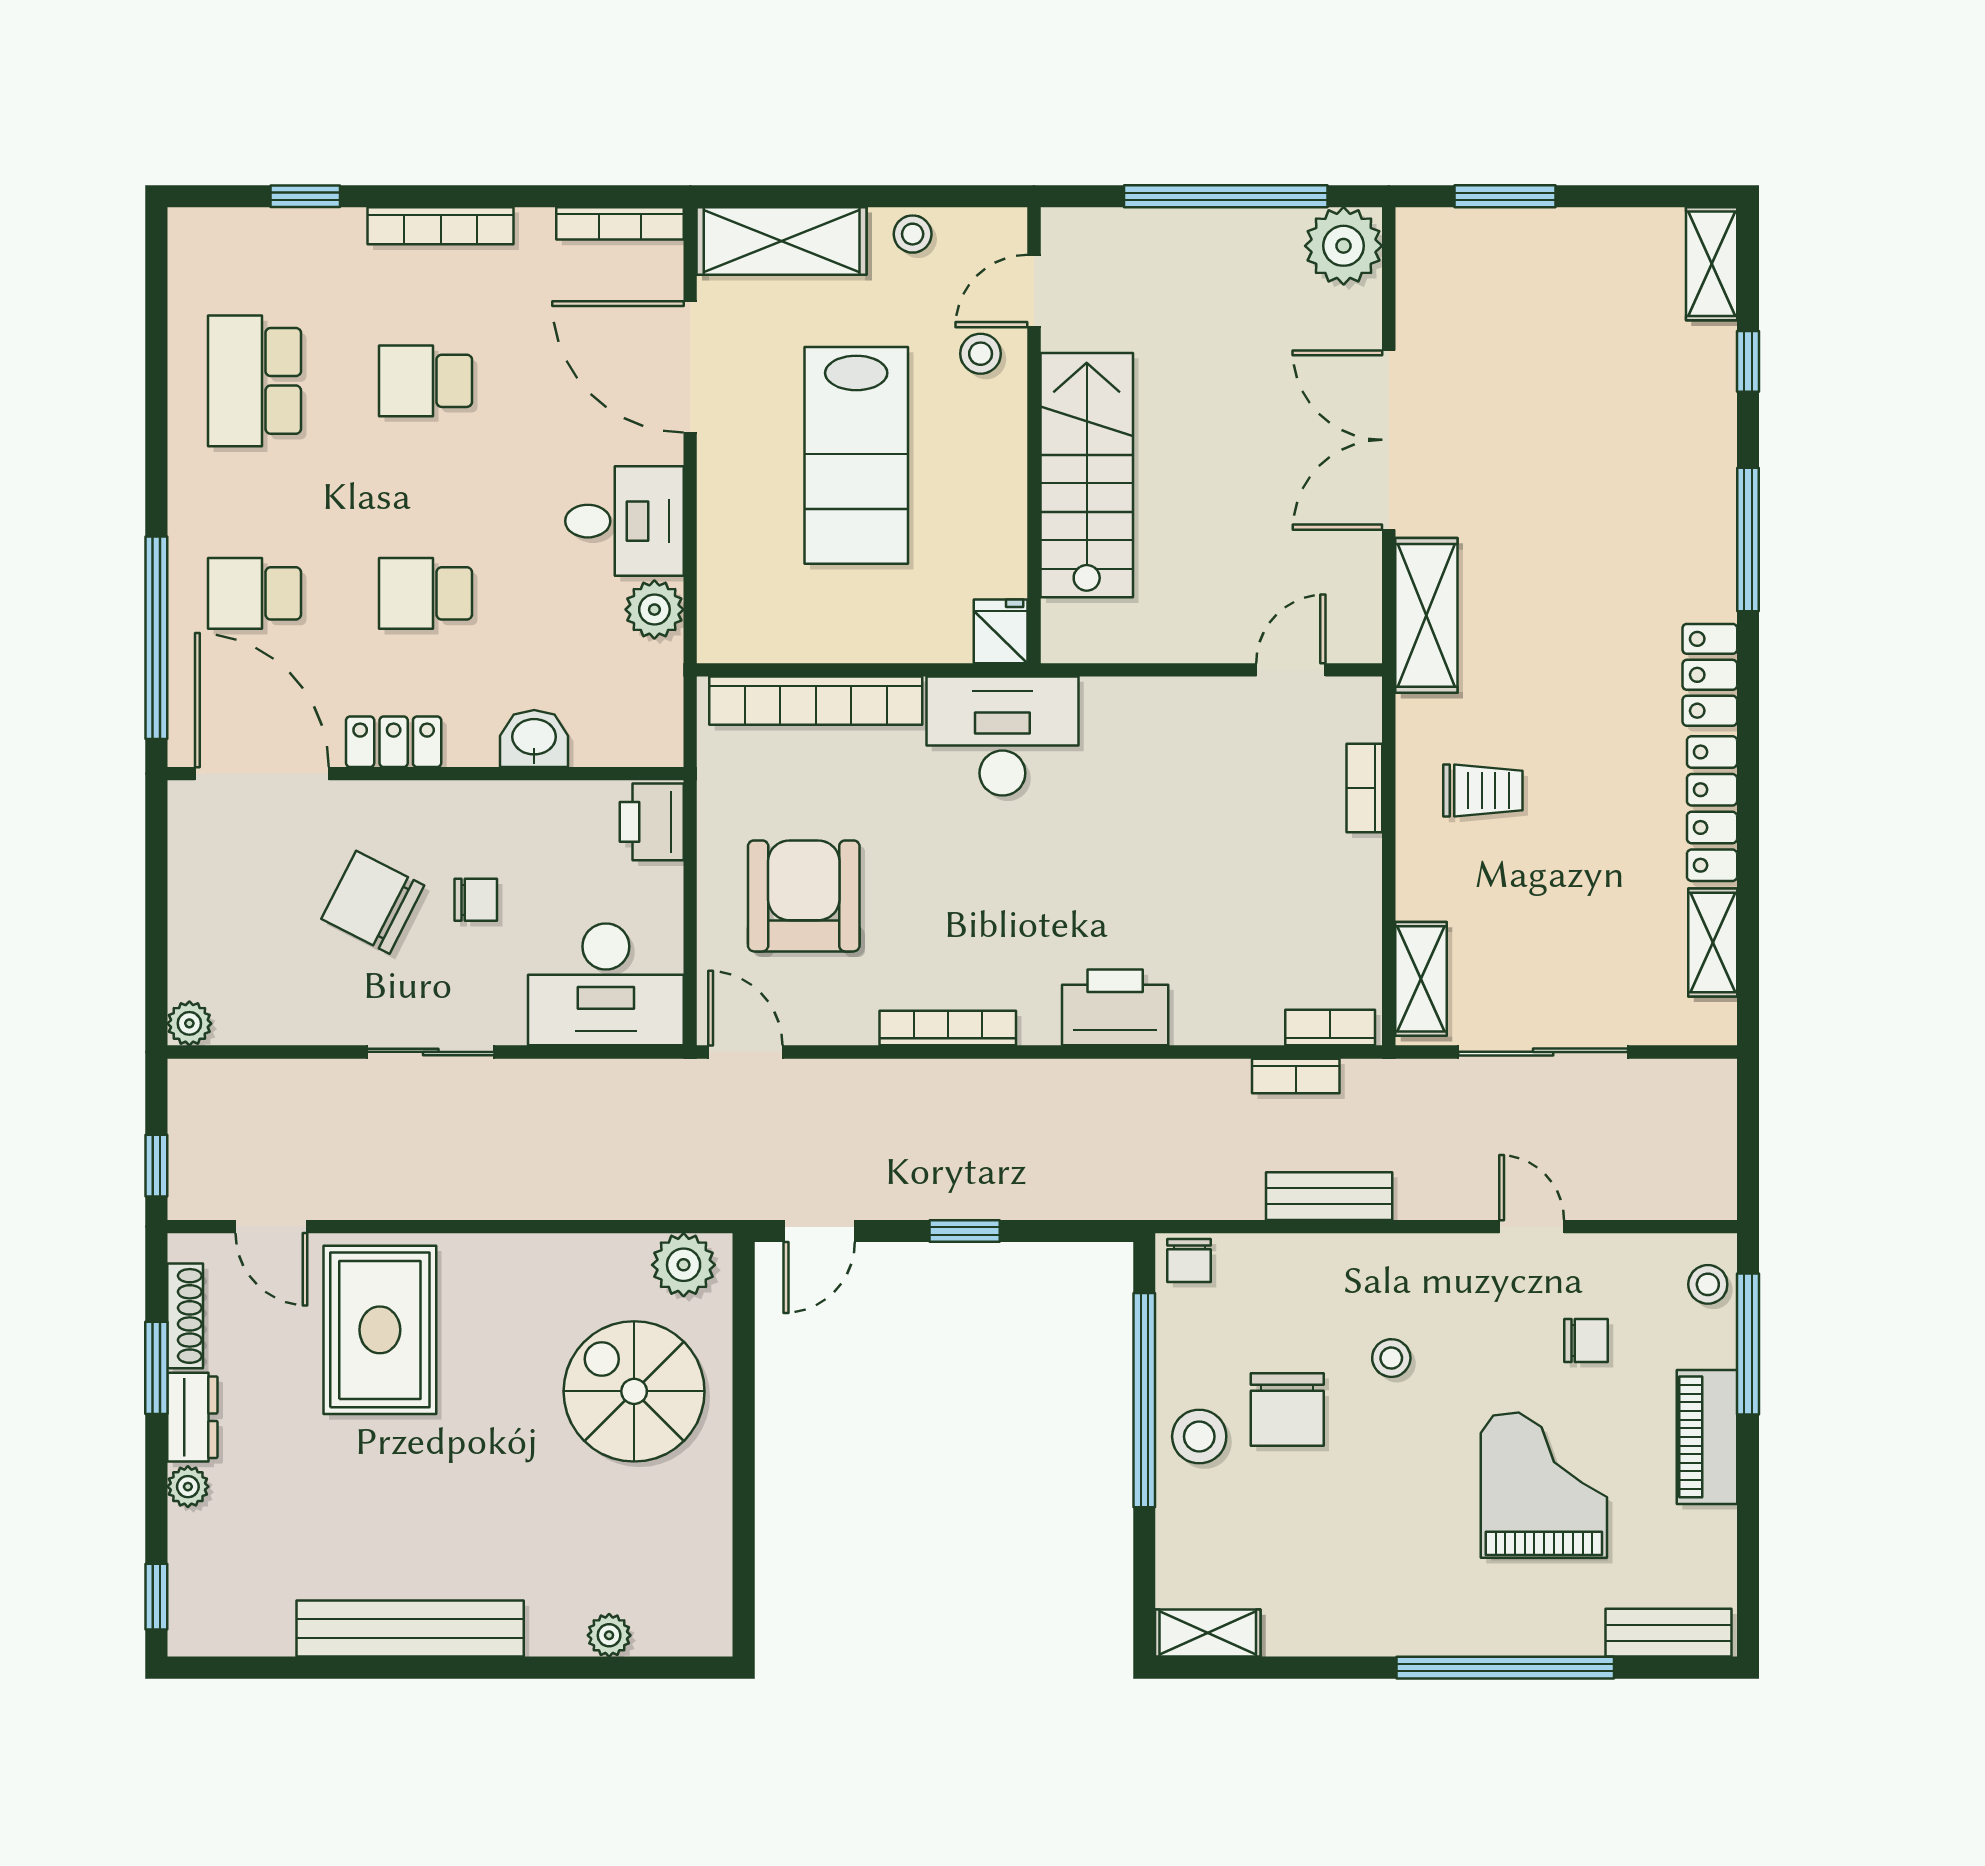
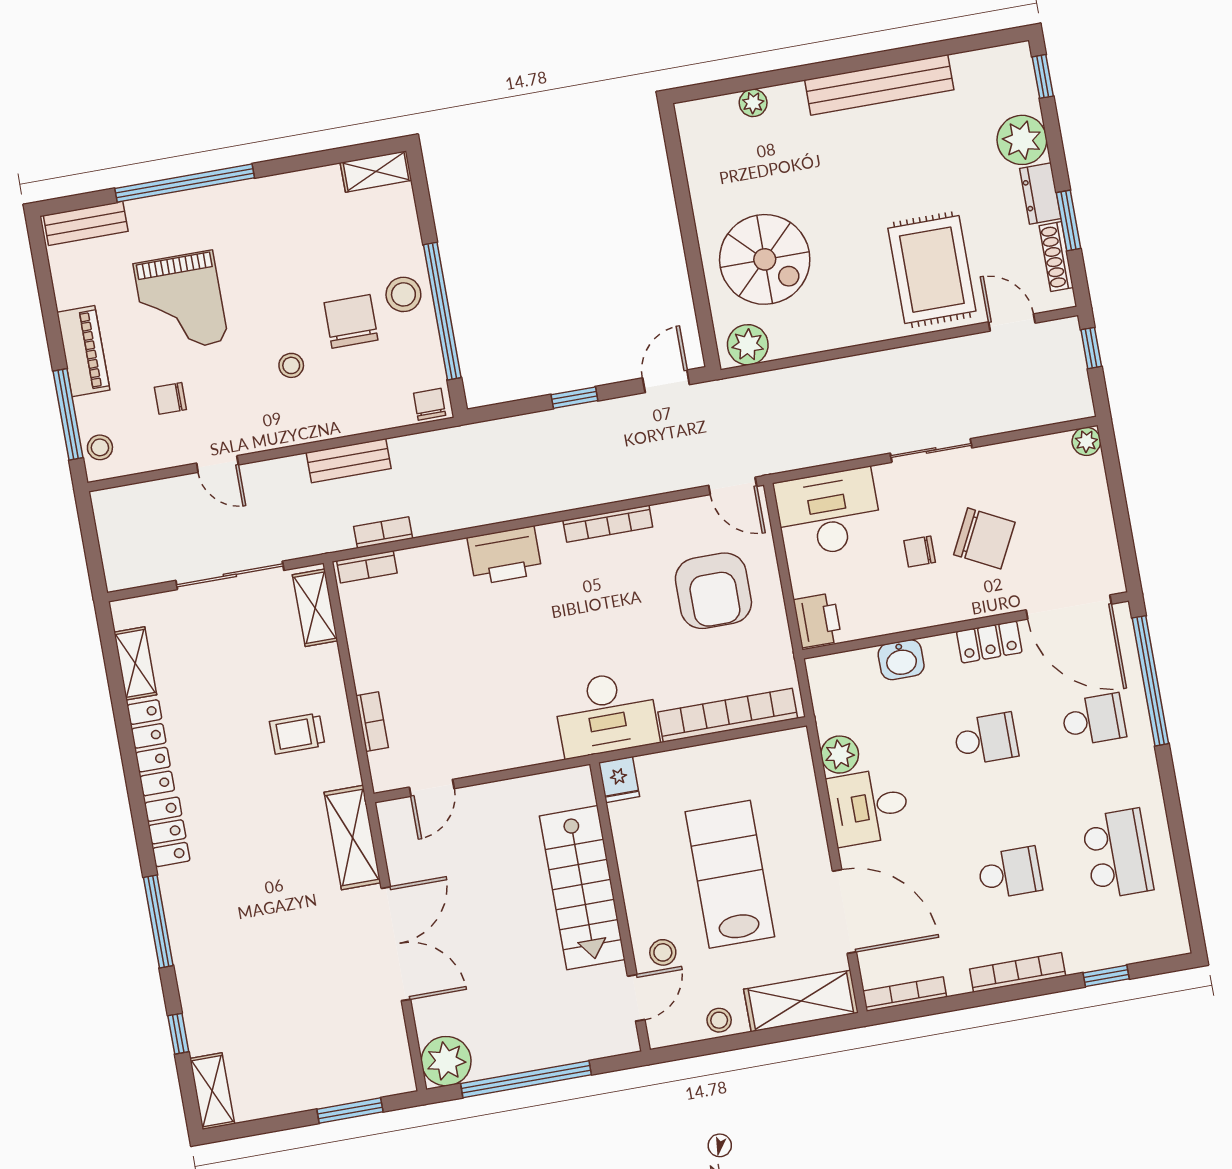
plant: (188, 1487) -> (1022, 140), width x1.87, depth x1.87

